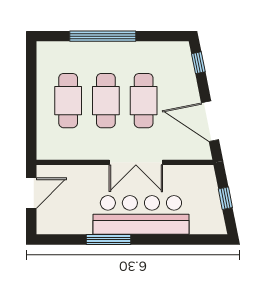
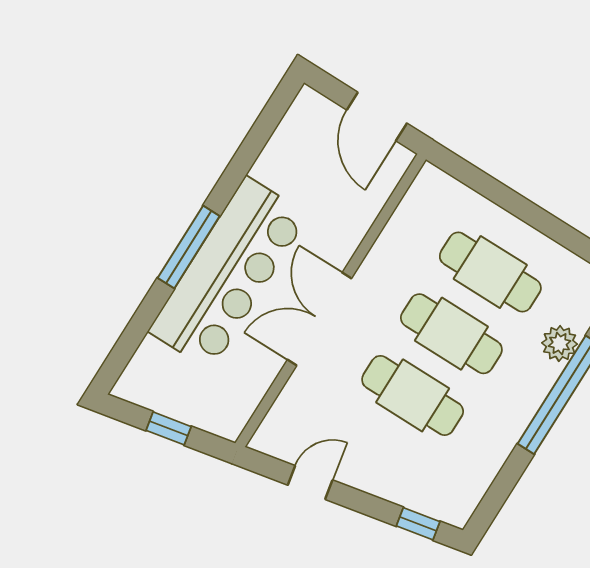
plant: (80, 51) -> (560, 343), added
door: (210, 121) -> (310, 483), width x0.53
window: (108, 240) -> (189, 247), moved

